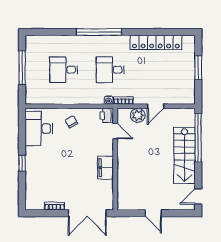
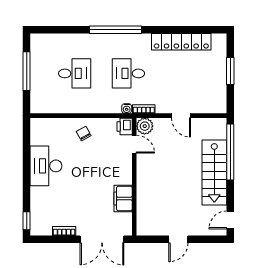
desk: (64, 70) -> (75, 73), turned 180
door: (156, 106) -> (181, 116), hinge flipped
plant: (138, 115) -> (145, 126), moved
desk: (39, 129) -> (46, 166), moved
window: (22, 163) -> (27, 221), moved
filing cabinet: (106, 168) -> (123, 199), moved
door: (153, 213) -> (178, 239), hinge flipped

